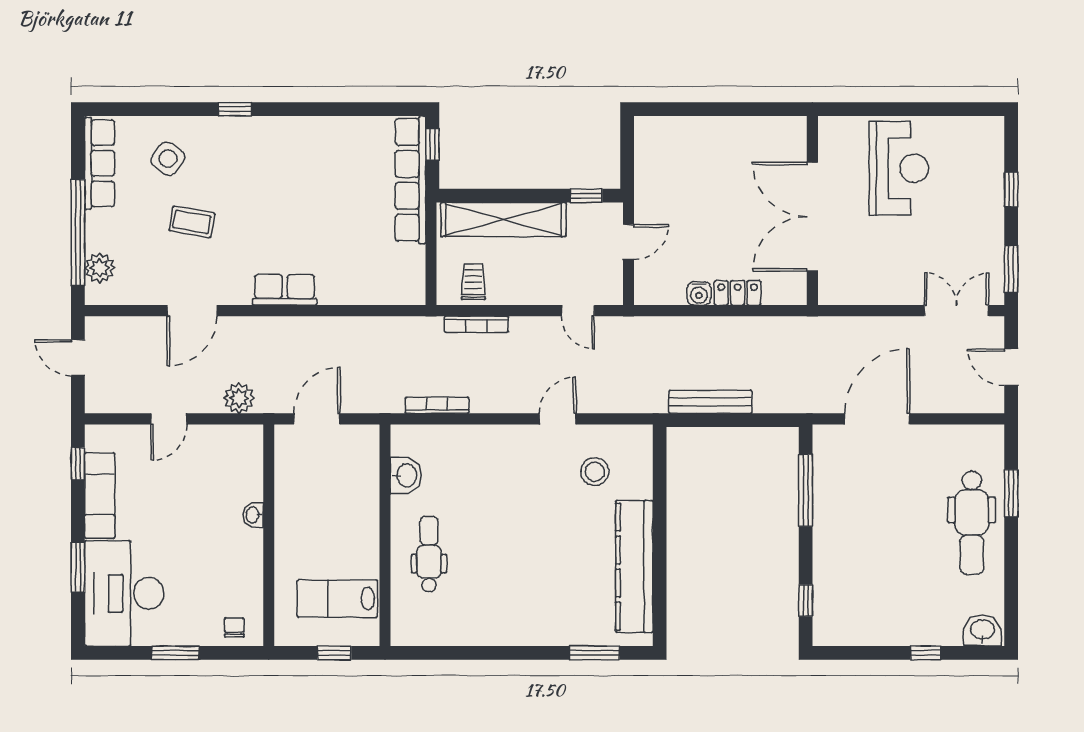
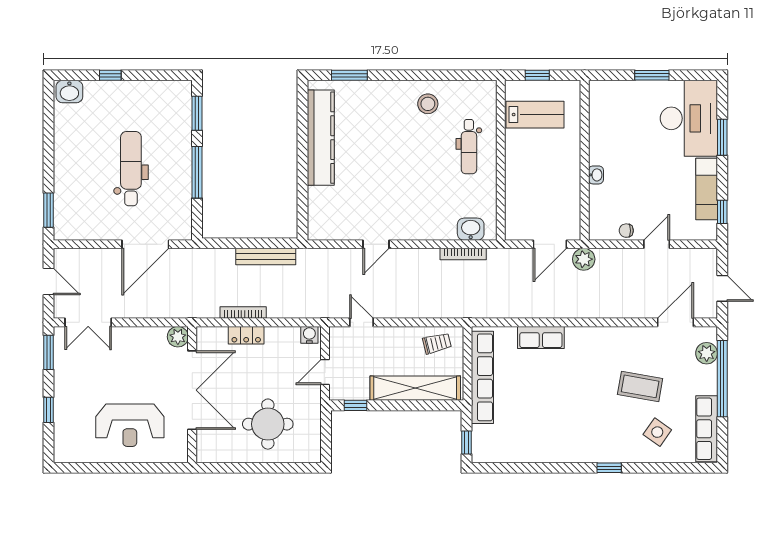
reception desk: (899, 168) -> (130, 425), turned -90
round table: (708, 170) -> (268, 424), added
row of seats: (410, 180) -> (482, 377), moved
coffee table: (192, 222) -> (640, 386), width x1.36, depth x1.30
trolley: (473, 282) -> (437, 343), turned -104
row of seats: (285, 290) -> (541, 337), moved
plant: (832, 291) -> (178, 337), added
water cooler: (699, 293) -> (309, 335), moved
door: (192, 311) -> (675, 322), moved
bookcase: (476, 324) -> (243, 313), moved
plant: (239, 398) -> (584, 259), moved
stool: (595, 472) -> (428, 104), moved
washbasin: (406, 475) -> (471, 229), moved, turned 90
window: (806, 490) -> (197, 172), moved
window: (1011, 493) -> (49, 210), moved
dental chair: (972, 523) -> (131, 169), moved
window: (806, 600) -> (197, 113), width x1.50
chair: (234, 627) -> (626, 231), moved, turned 90

